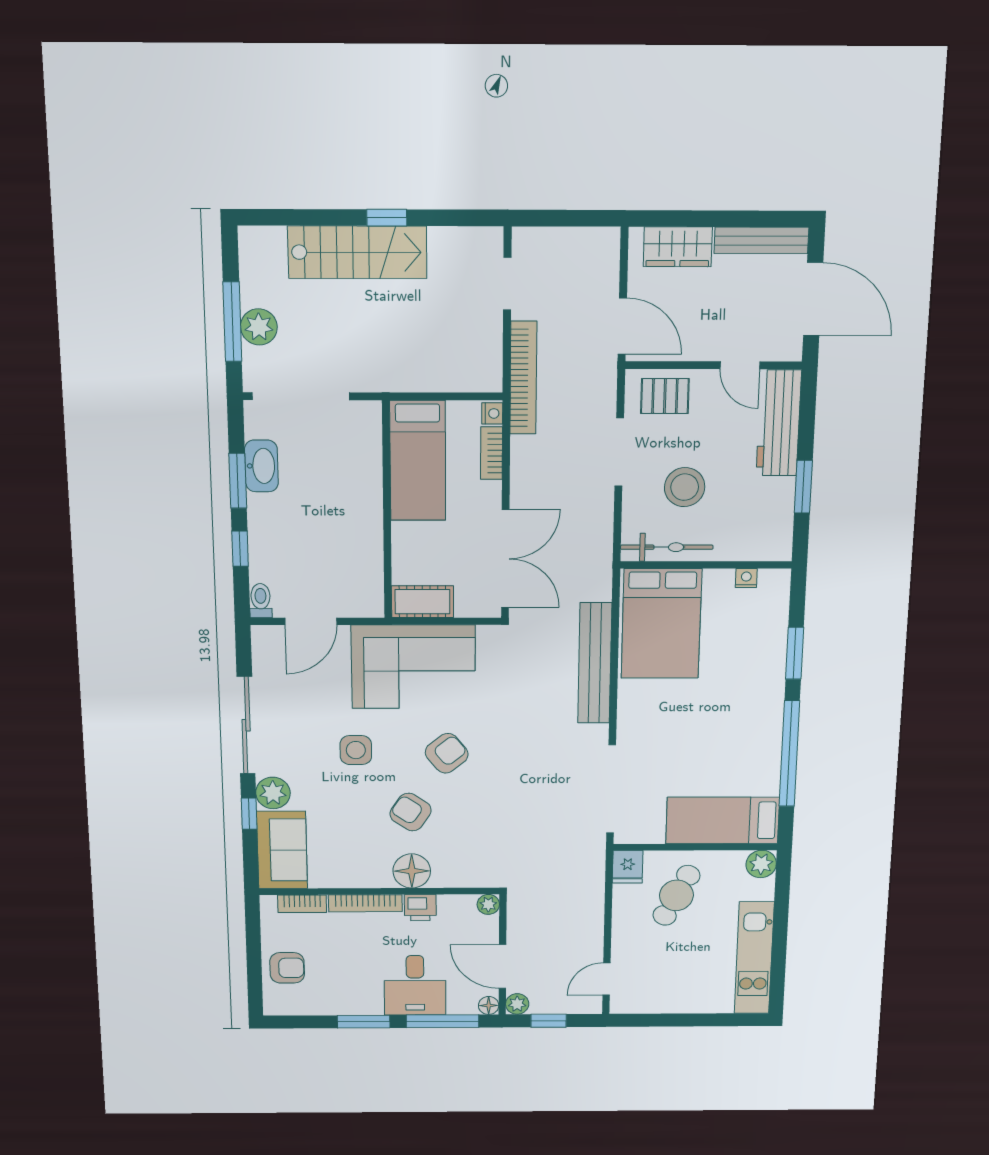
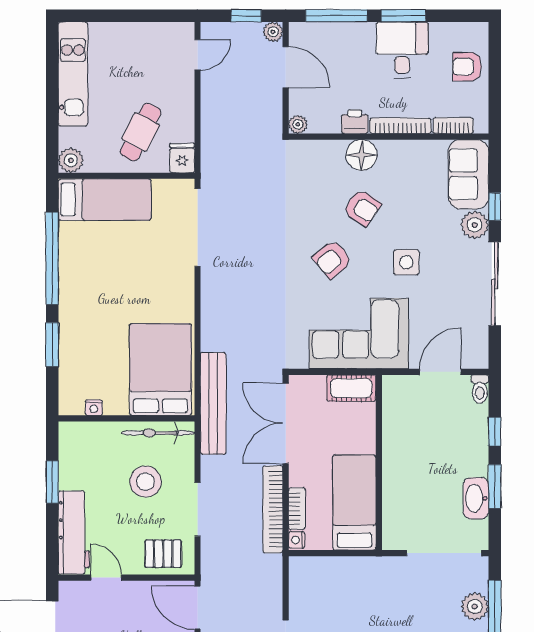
bookcase: (523, 378) -> (273, 509), moved
bench: (595, 663) -> (213, 403), moved
desk: (415, 985) -> (402, 50), moved
floor lamp: (489, 1005) -> (297, 30), removed

